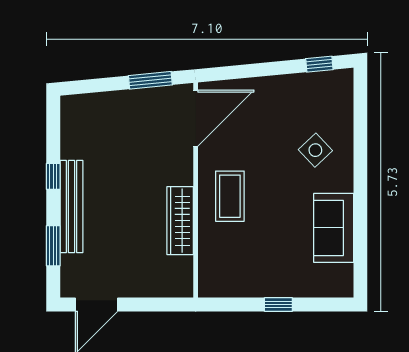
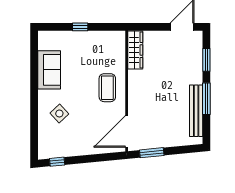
window: (53, 176) -> (206, 99), width x2.17
bench: (72, 207) -> (196, 111), moved
wardrobe: (180, 221) -> (135, 50), moved

